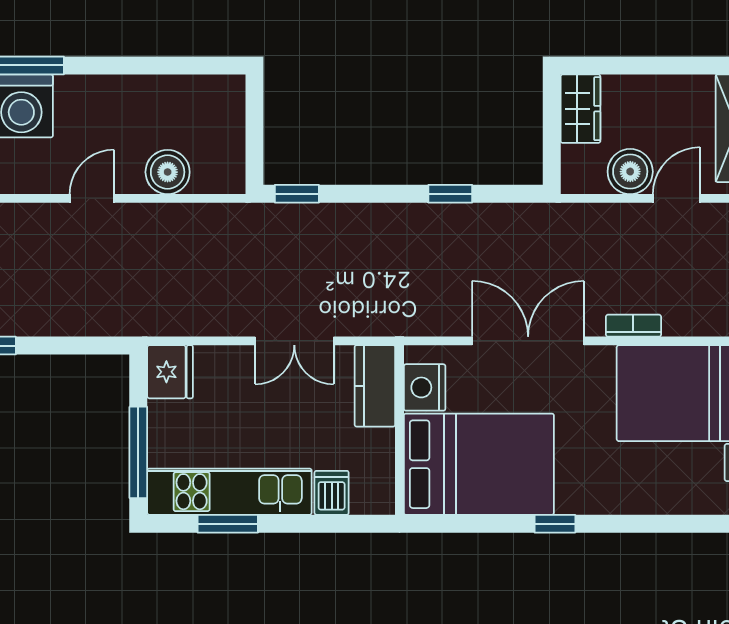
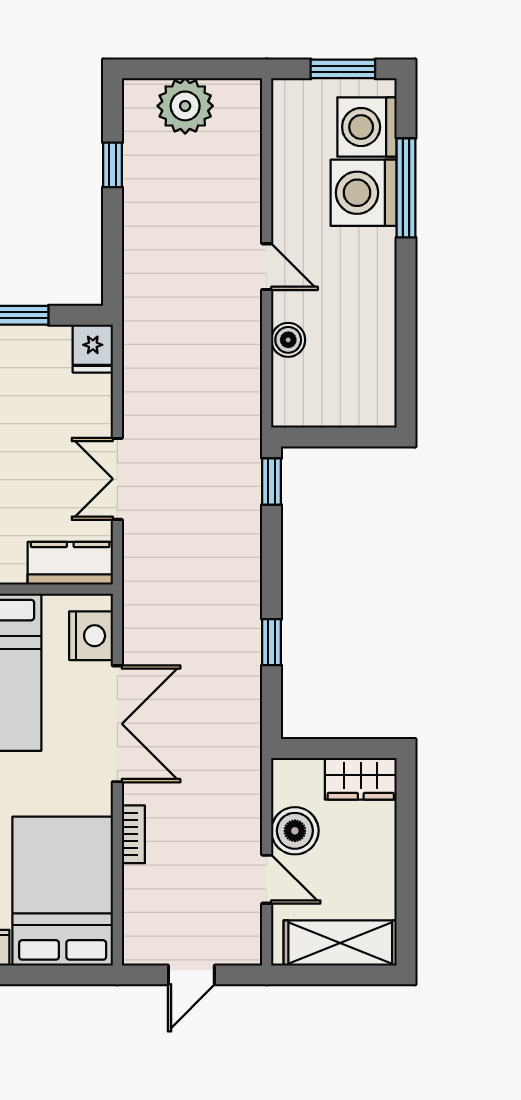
boiler: (168, 172) -> (288, 340), width x0.73, depth x0.73
fridge: (170, 372) -> (93, 349), width x0.72
nightstand: (425, 387) -> (91, 636), moved, turned 90

